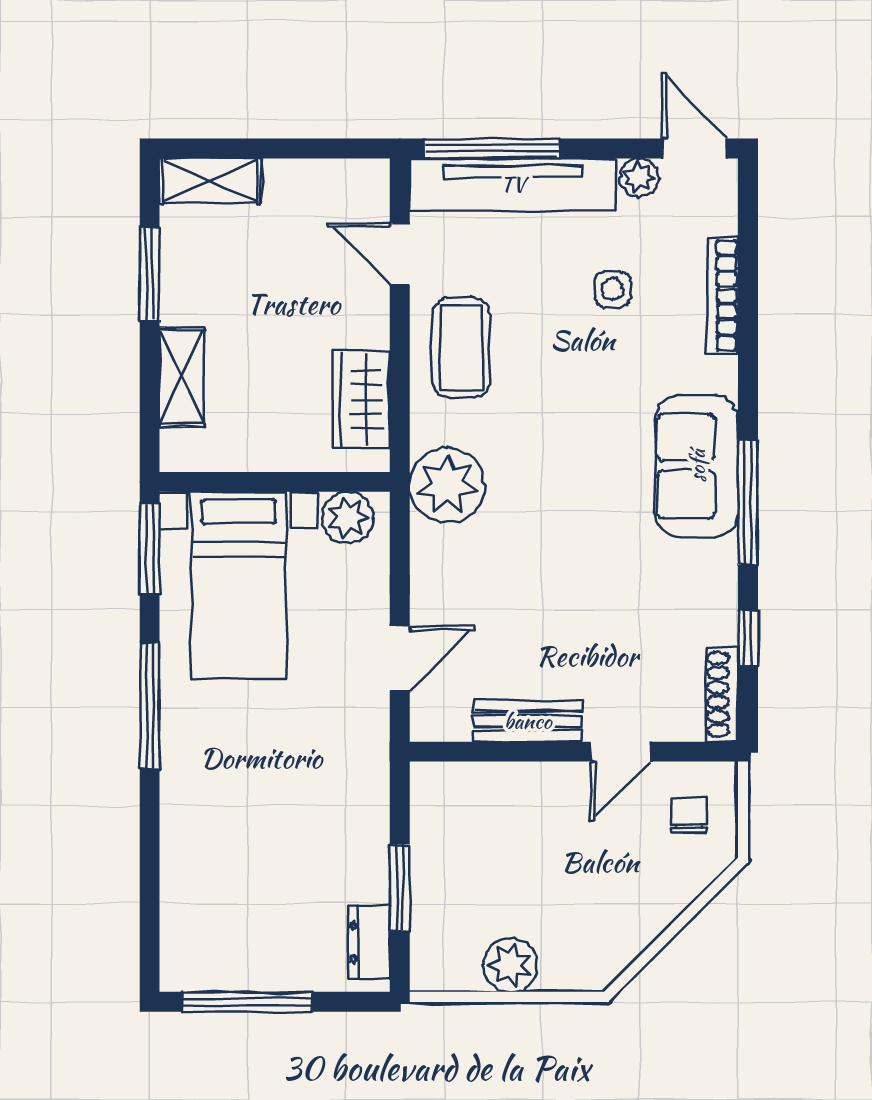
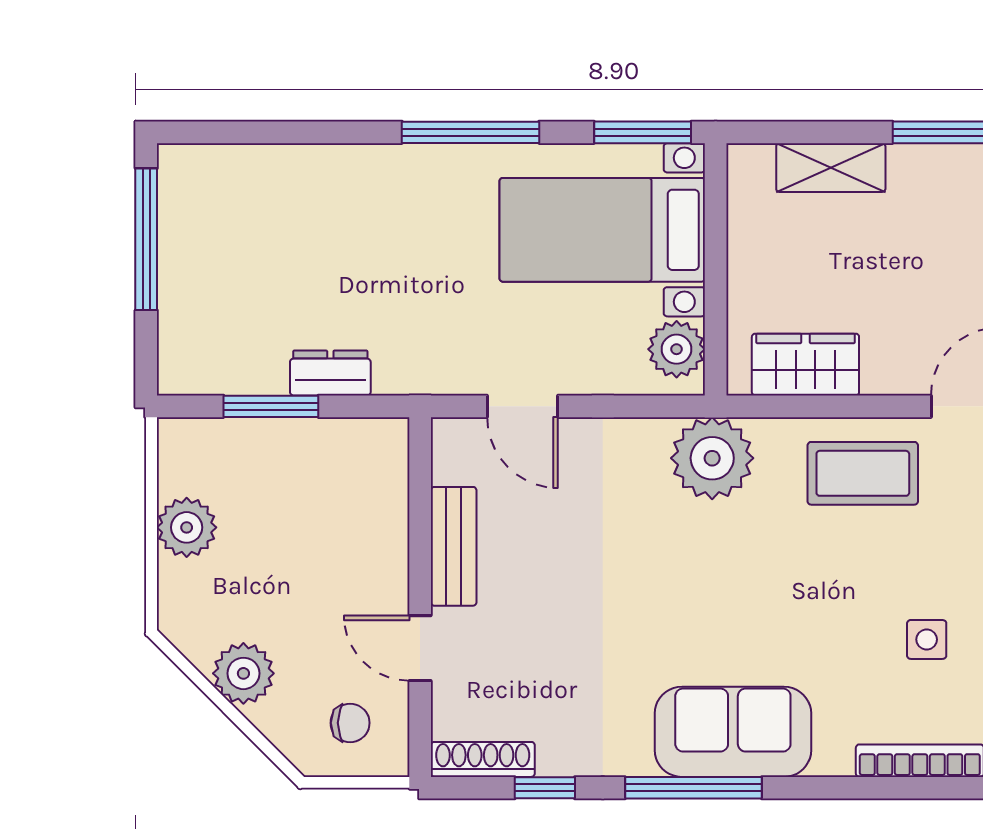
plant: (644, 913) -> (243, 673), added
dresser: (369, 943) -> (330, 373), moved

